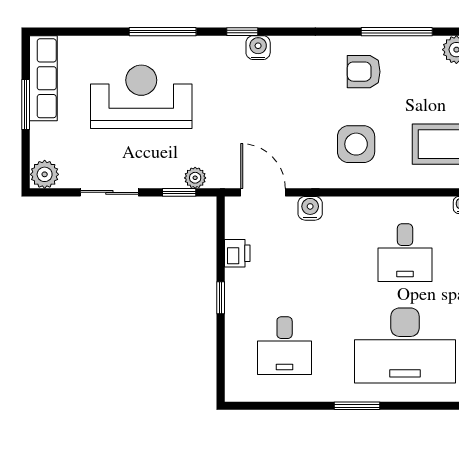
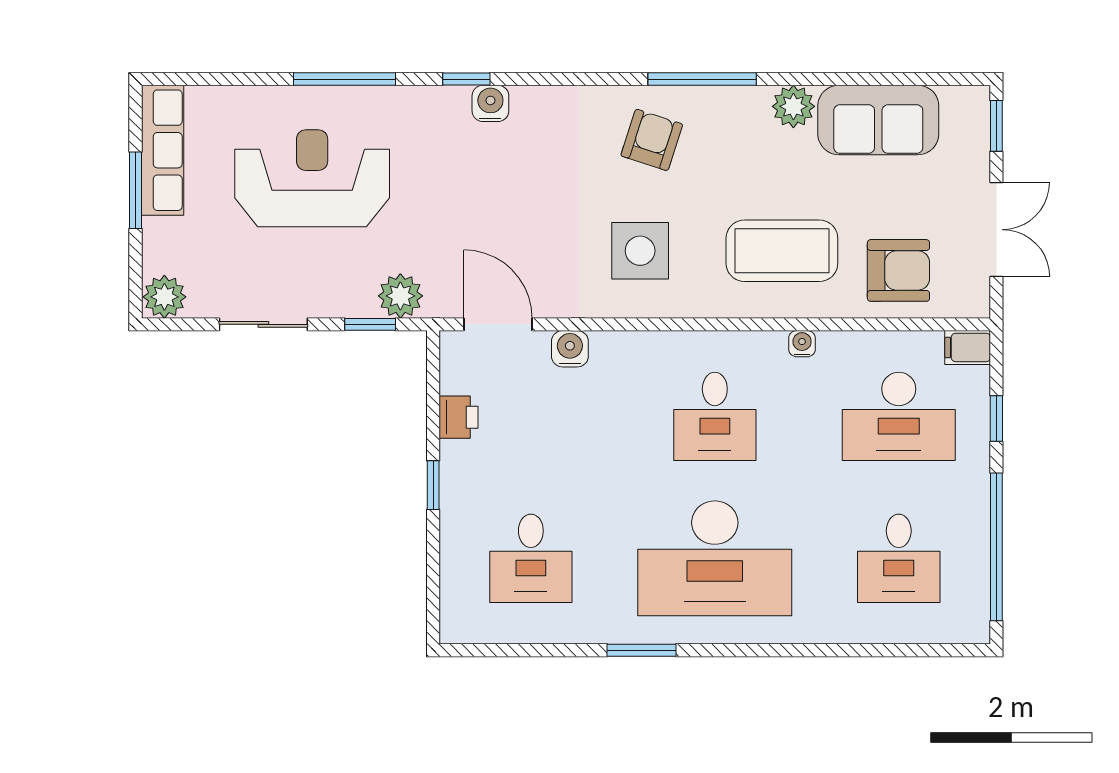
armchair: (364, 72) -> (652, 140), turned 108
plant: (195, 178) -> (400, 296), width x1.38, depth x1.38

